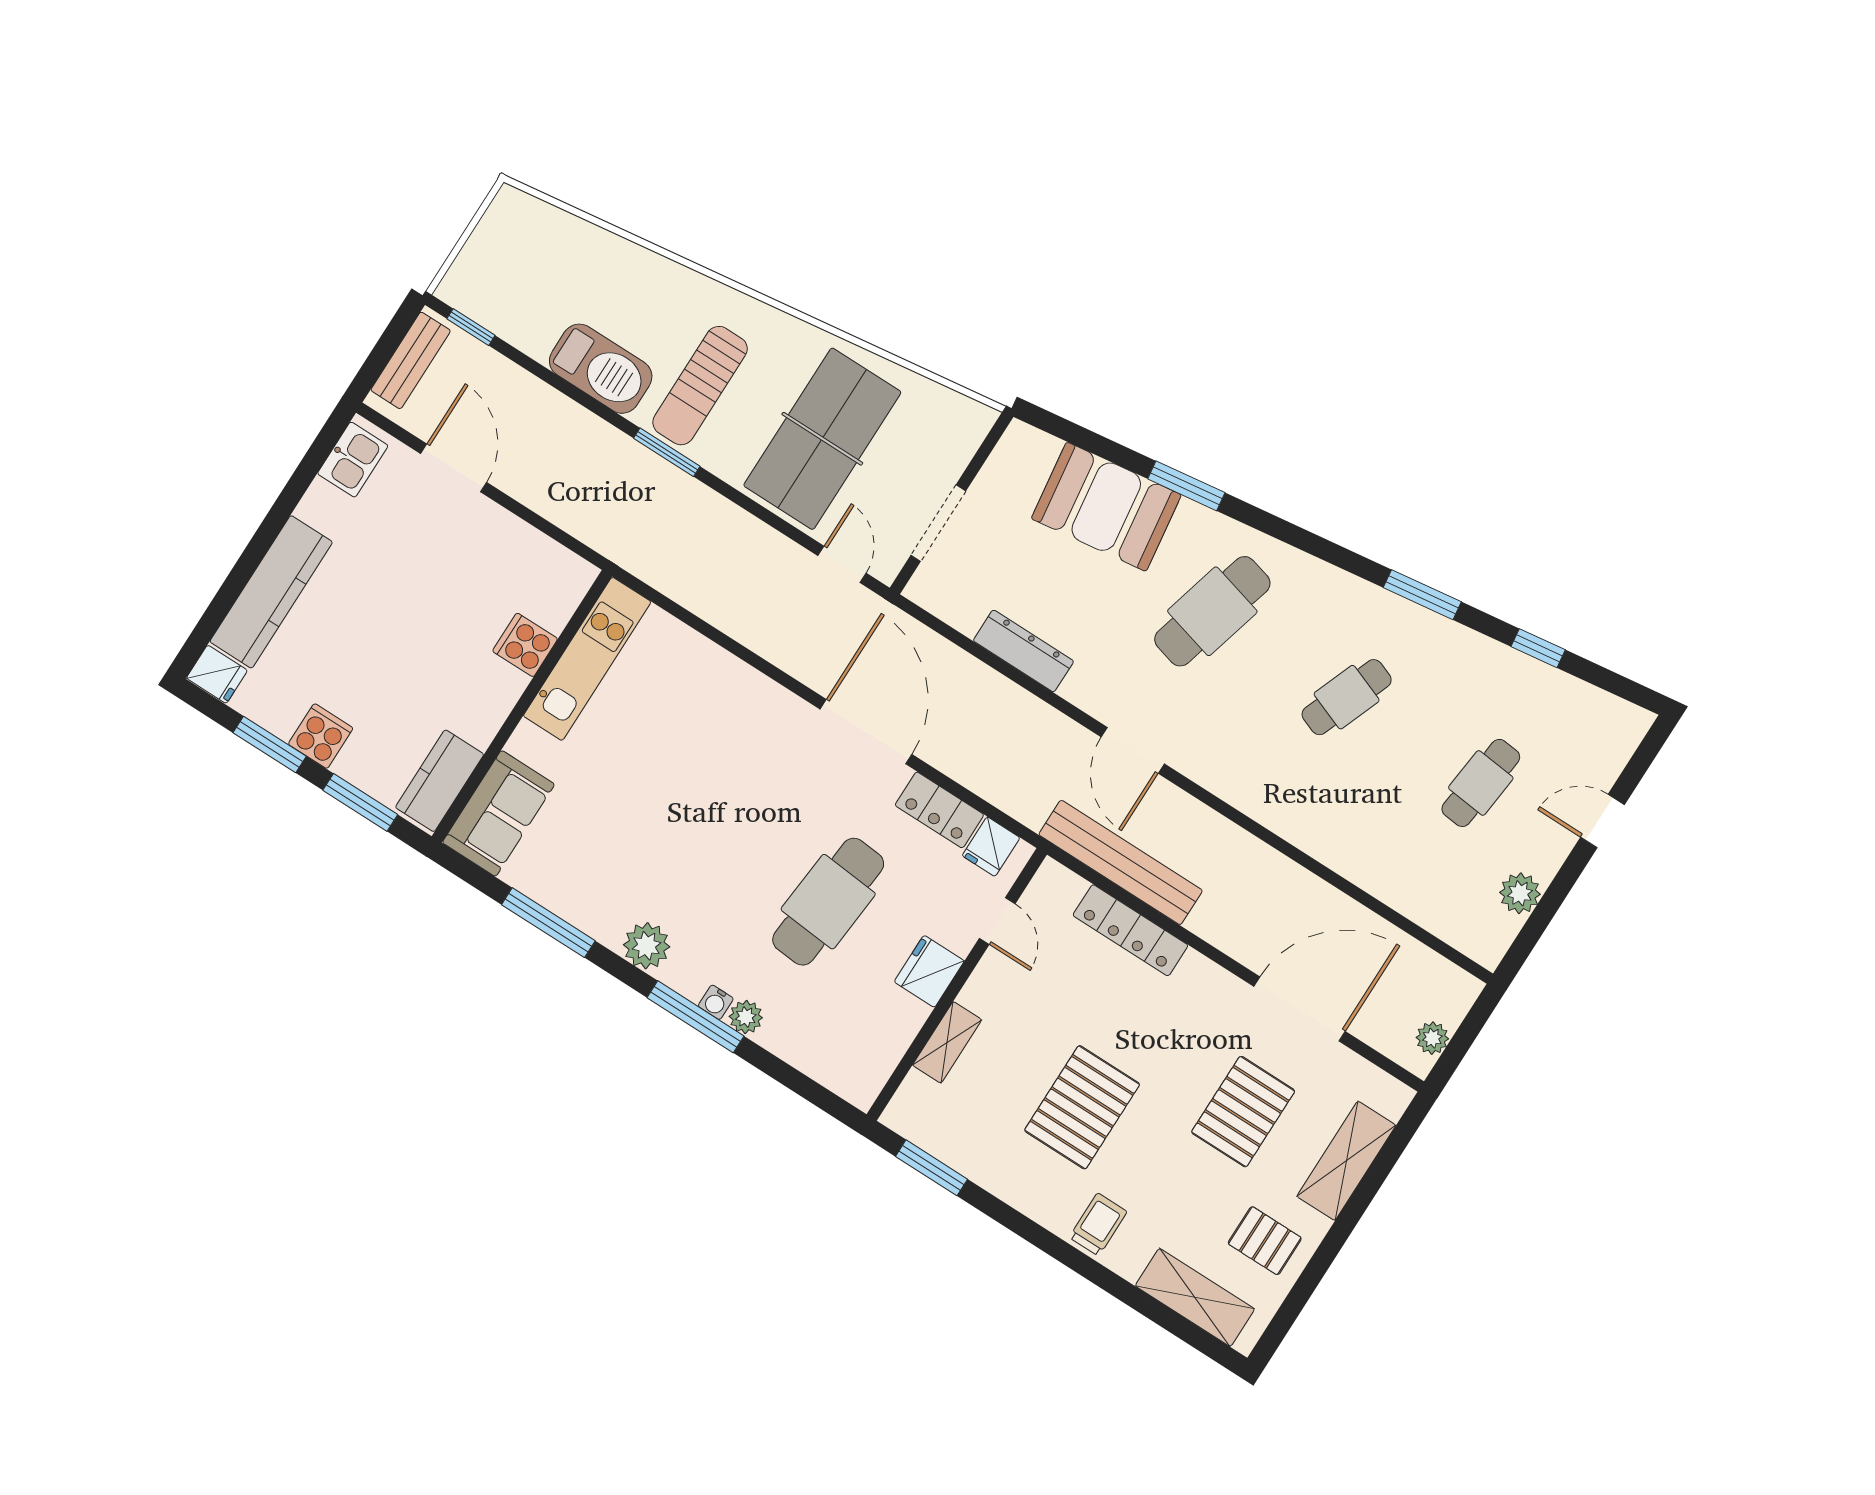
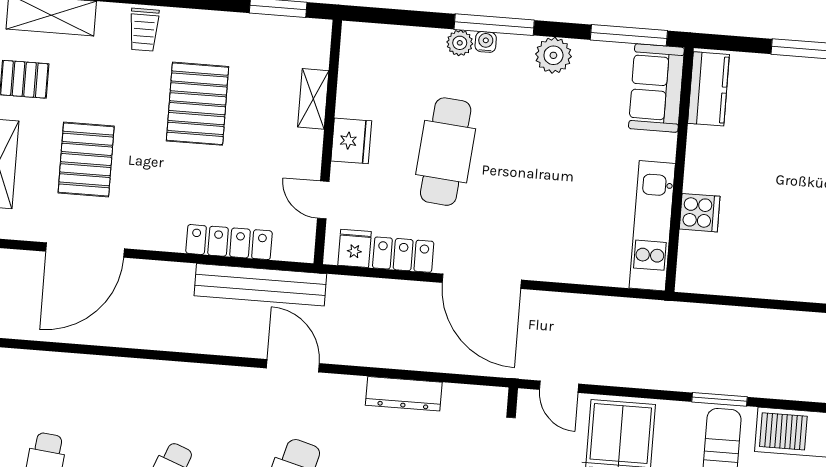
cooker: (525, 645) -> (700, 213), moved
kitchen unit: (587, 659) -> (652, 226), moved
wall: (522, 706) -> (679, 170), moved
kitchen counter: (440, 781) -> (709, 89), moved
sofa: (498, 813) -> (656, 88), moved

